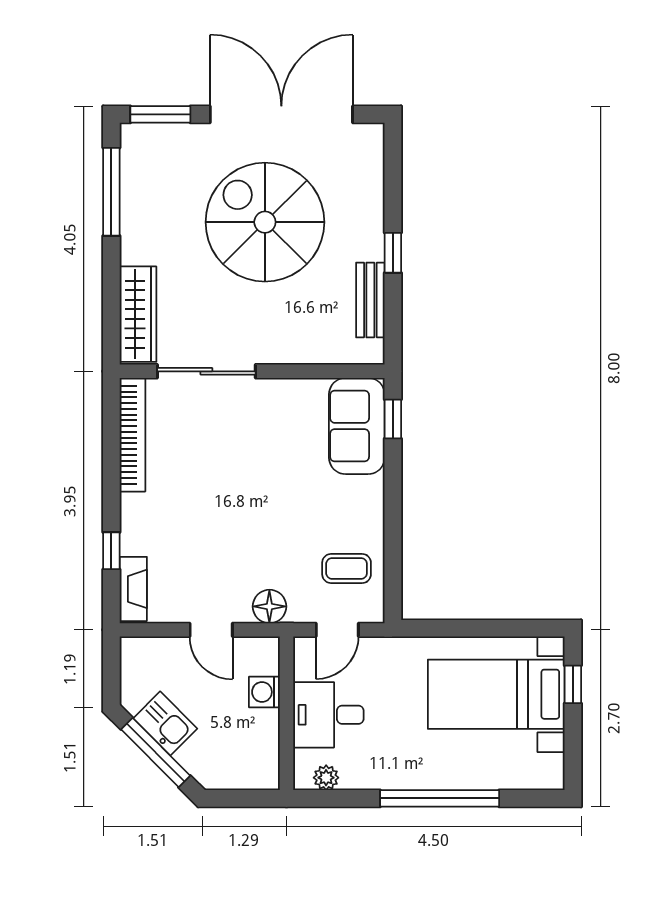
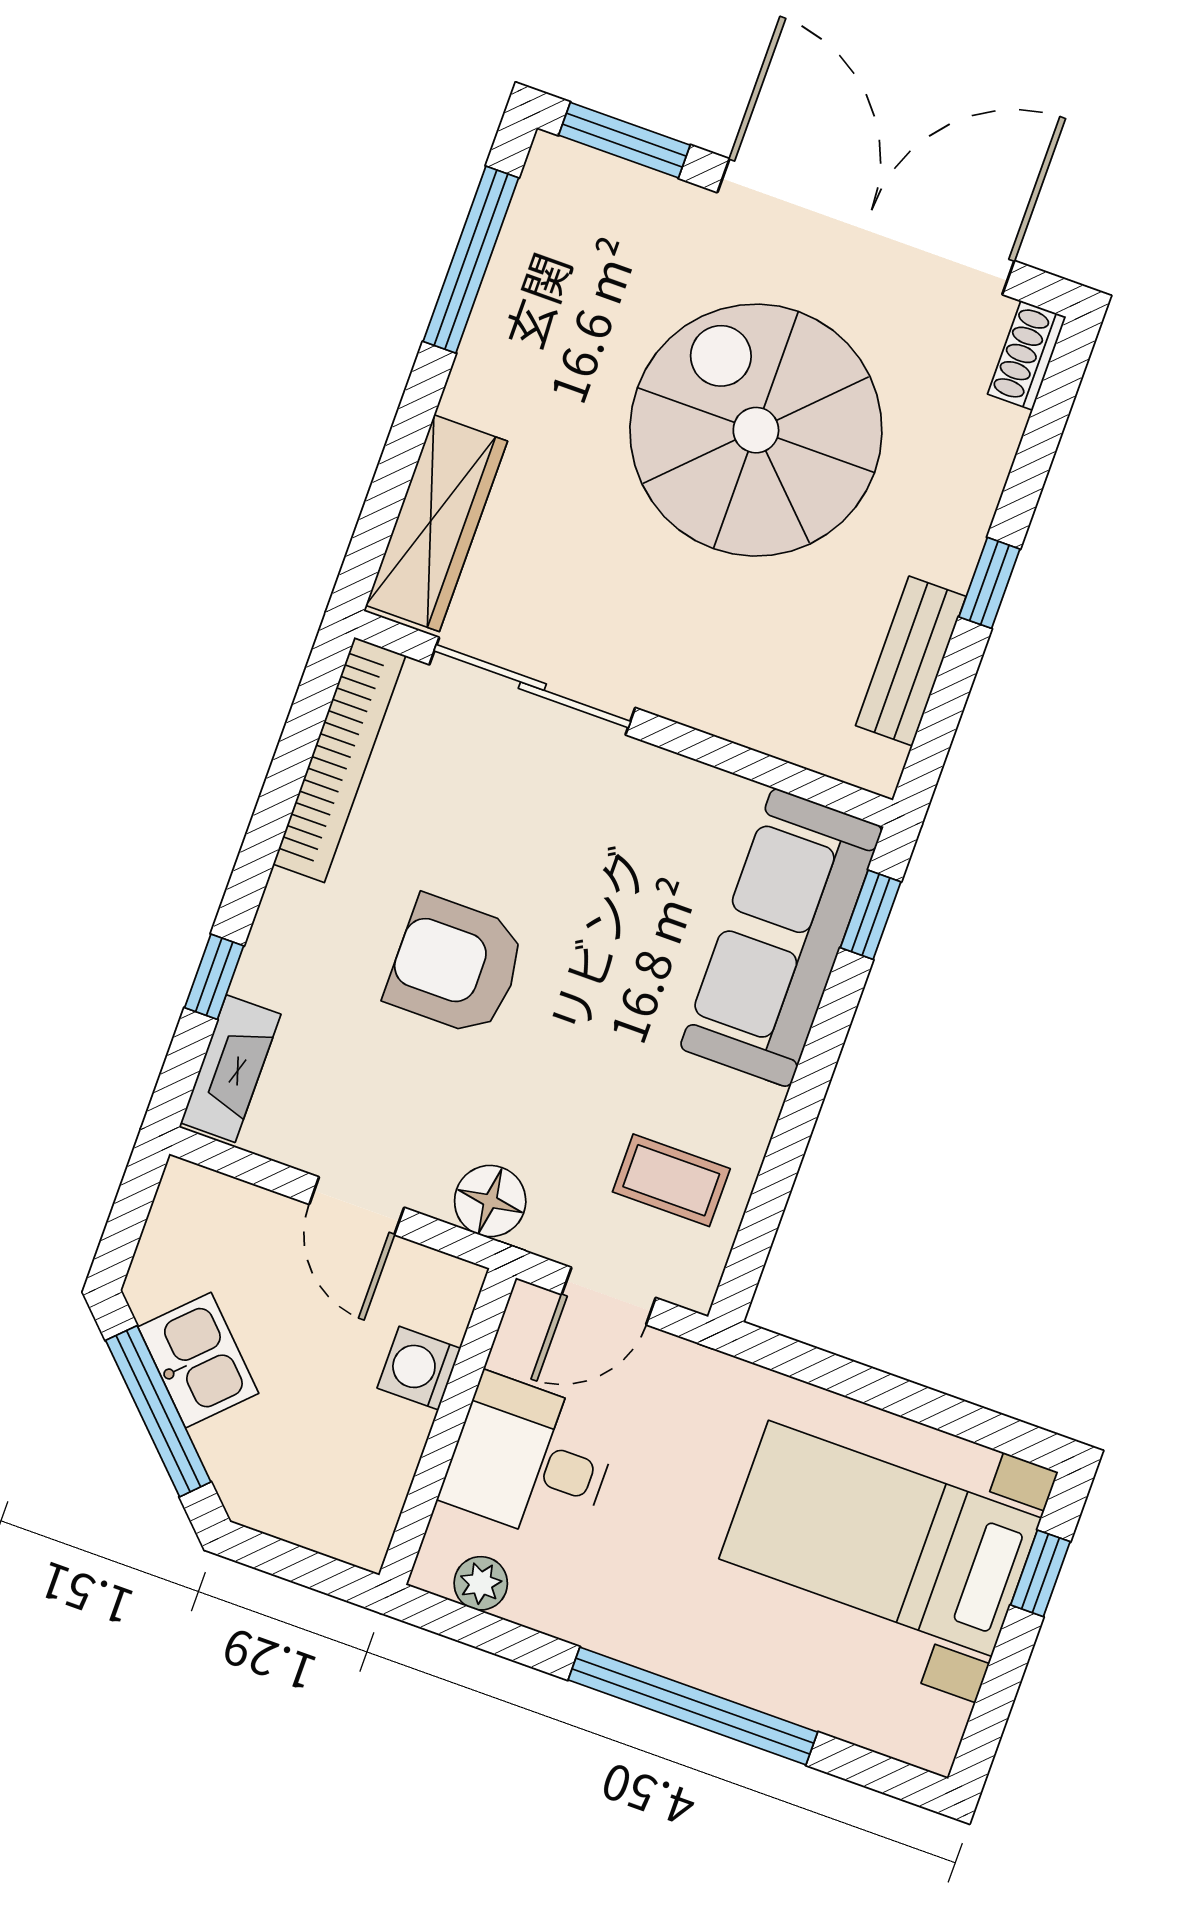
shoe rack: (373, 146) -> (1027, 355), added
sofa: (357, 426) -> (781, 938), width x1.36
armchair: (217, 507) -> (456, 966), added

